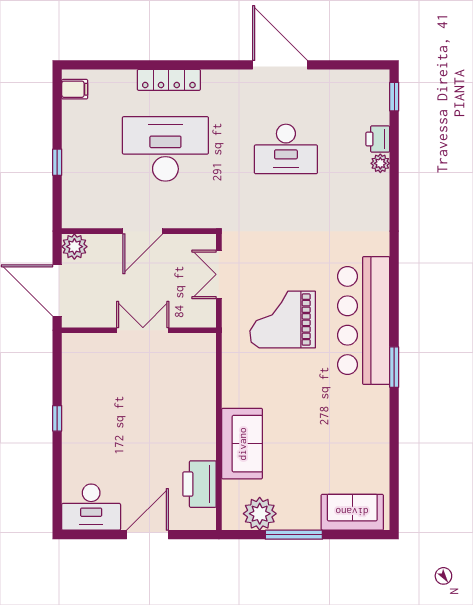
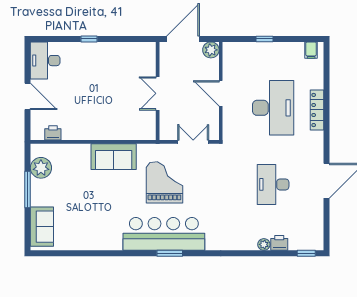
double door: (143, 330) -> (158, 93), swing flipped
window: (394, 367) -> (170, 253), moved
window: (57, 418) -> (89, 39), moved
sofa: (242, 444) -> (114, 157), moved
printer: (200, 484) -> (53, 133), width x0.53, depth x0.68

